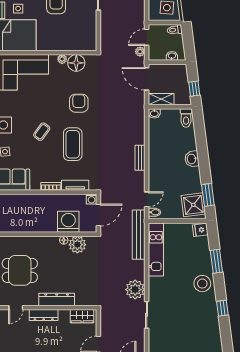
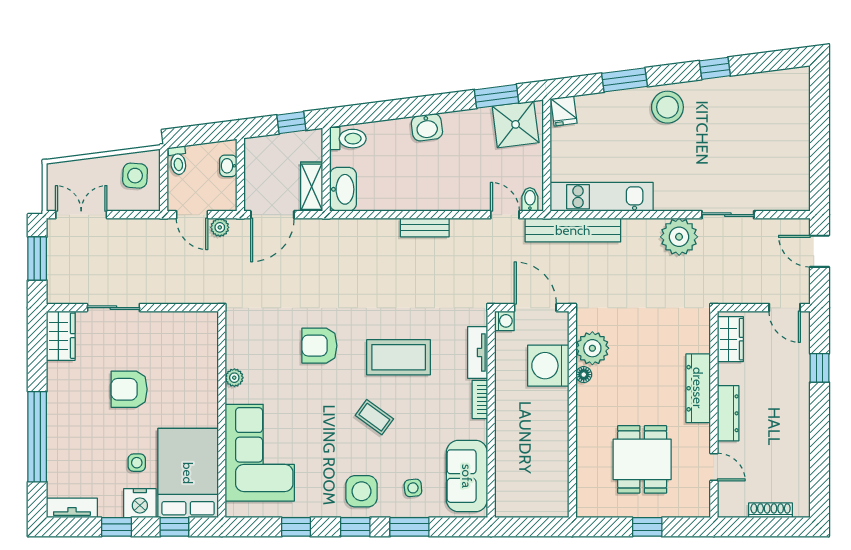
floor lamp: (76, 63) -> (242, 350), removed
washbasin: (154, 113) -> (343, 189), width x1.91, depth x1.45

